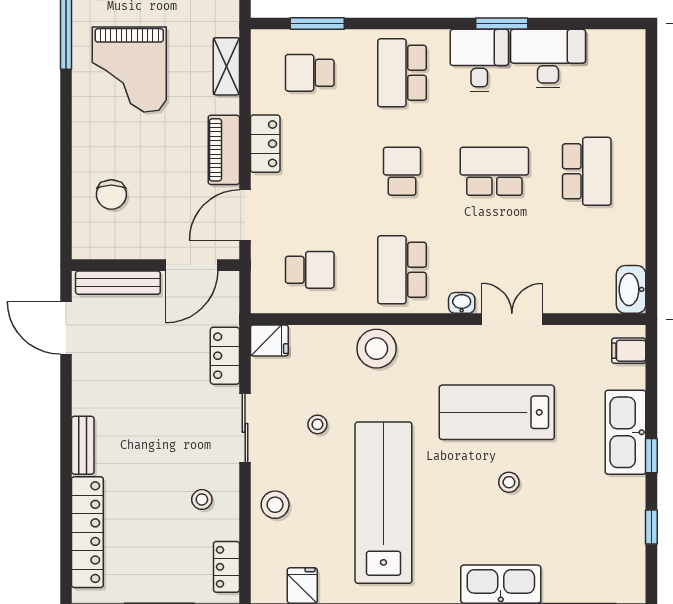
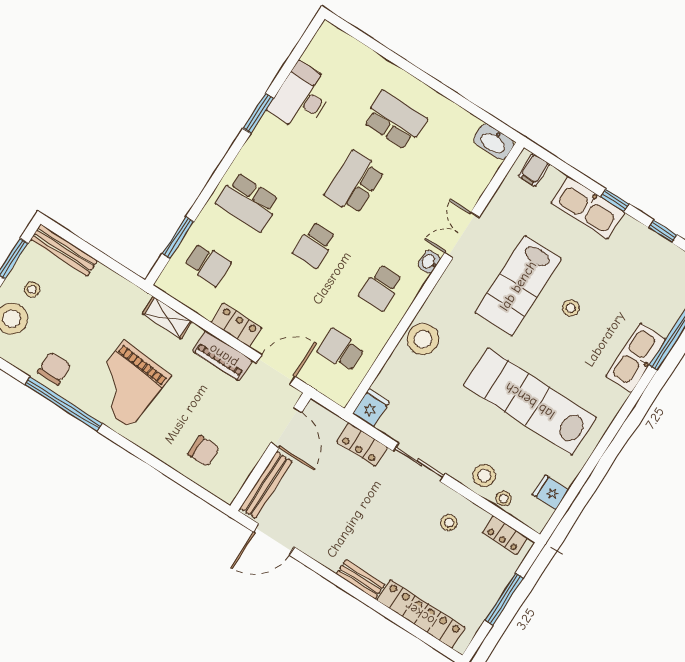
desk: (479, 61) -> (273, 145), removed
grand piano: (129, 69) -> (127, 385), turned 95
school desk: (310, 73) -> (208, 264), turned -90
school desk: (402, 171) -> (314, 245), turned -90
door: (245, 215) -> (276, 370), swing flipped
school desk: (310, 270) -> (341, 350), turned -90
school desk: (402, 270) -> (381, 288), width x0.54
stool: (317, 424) -> (504, 498), moved

